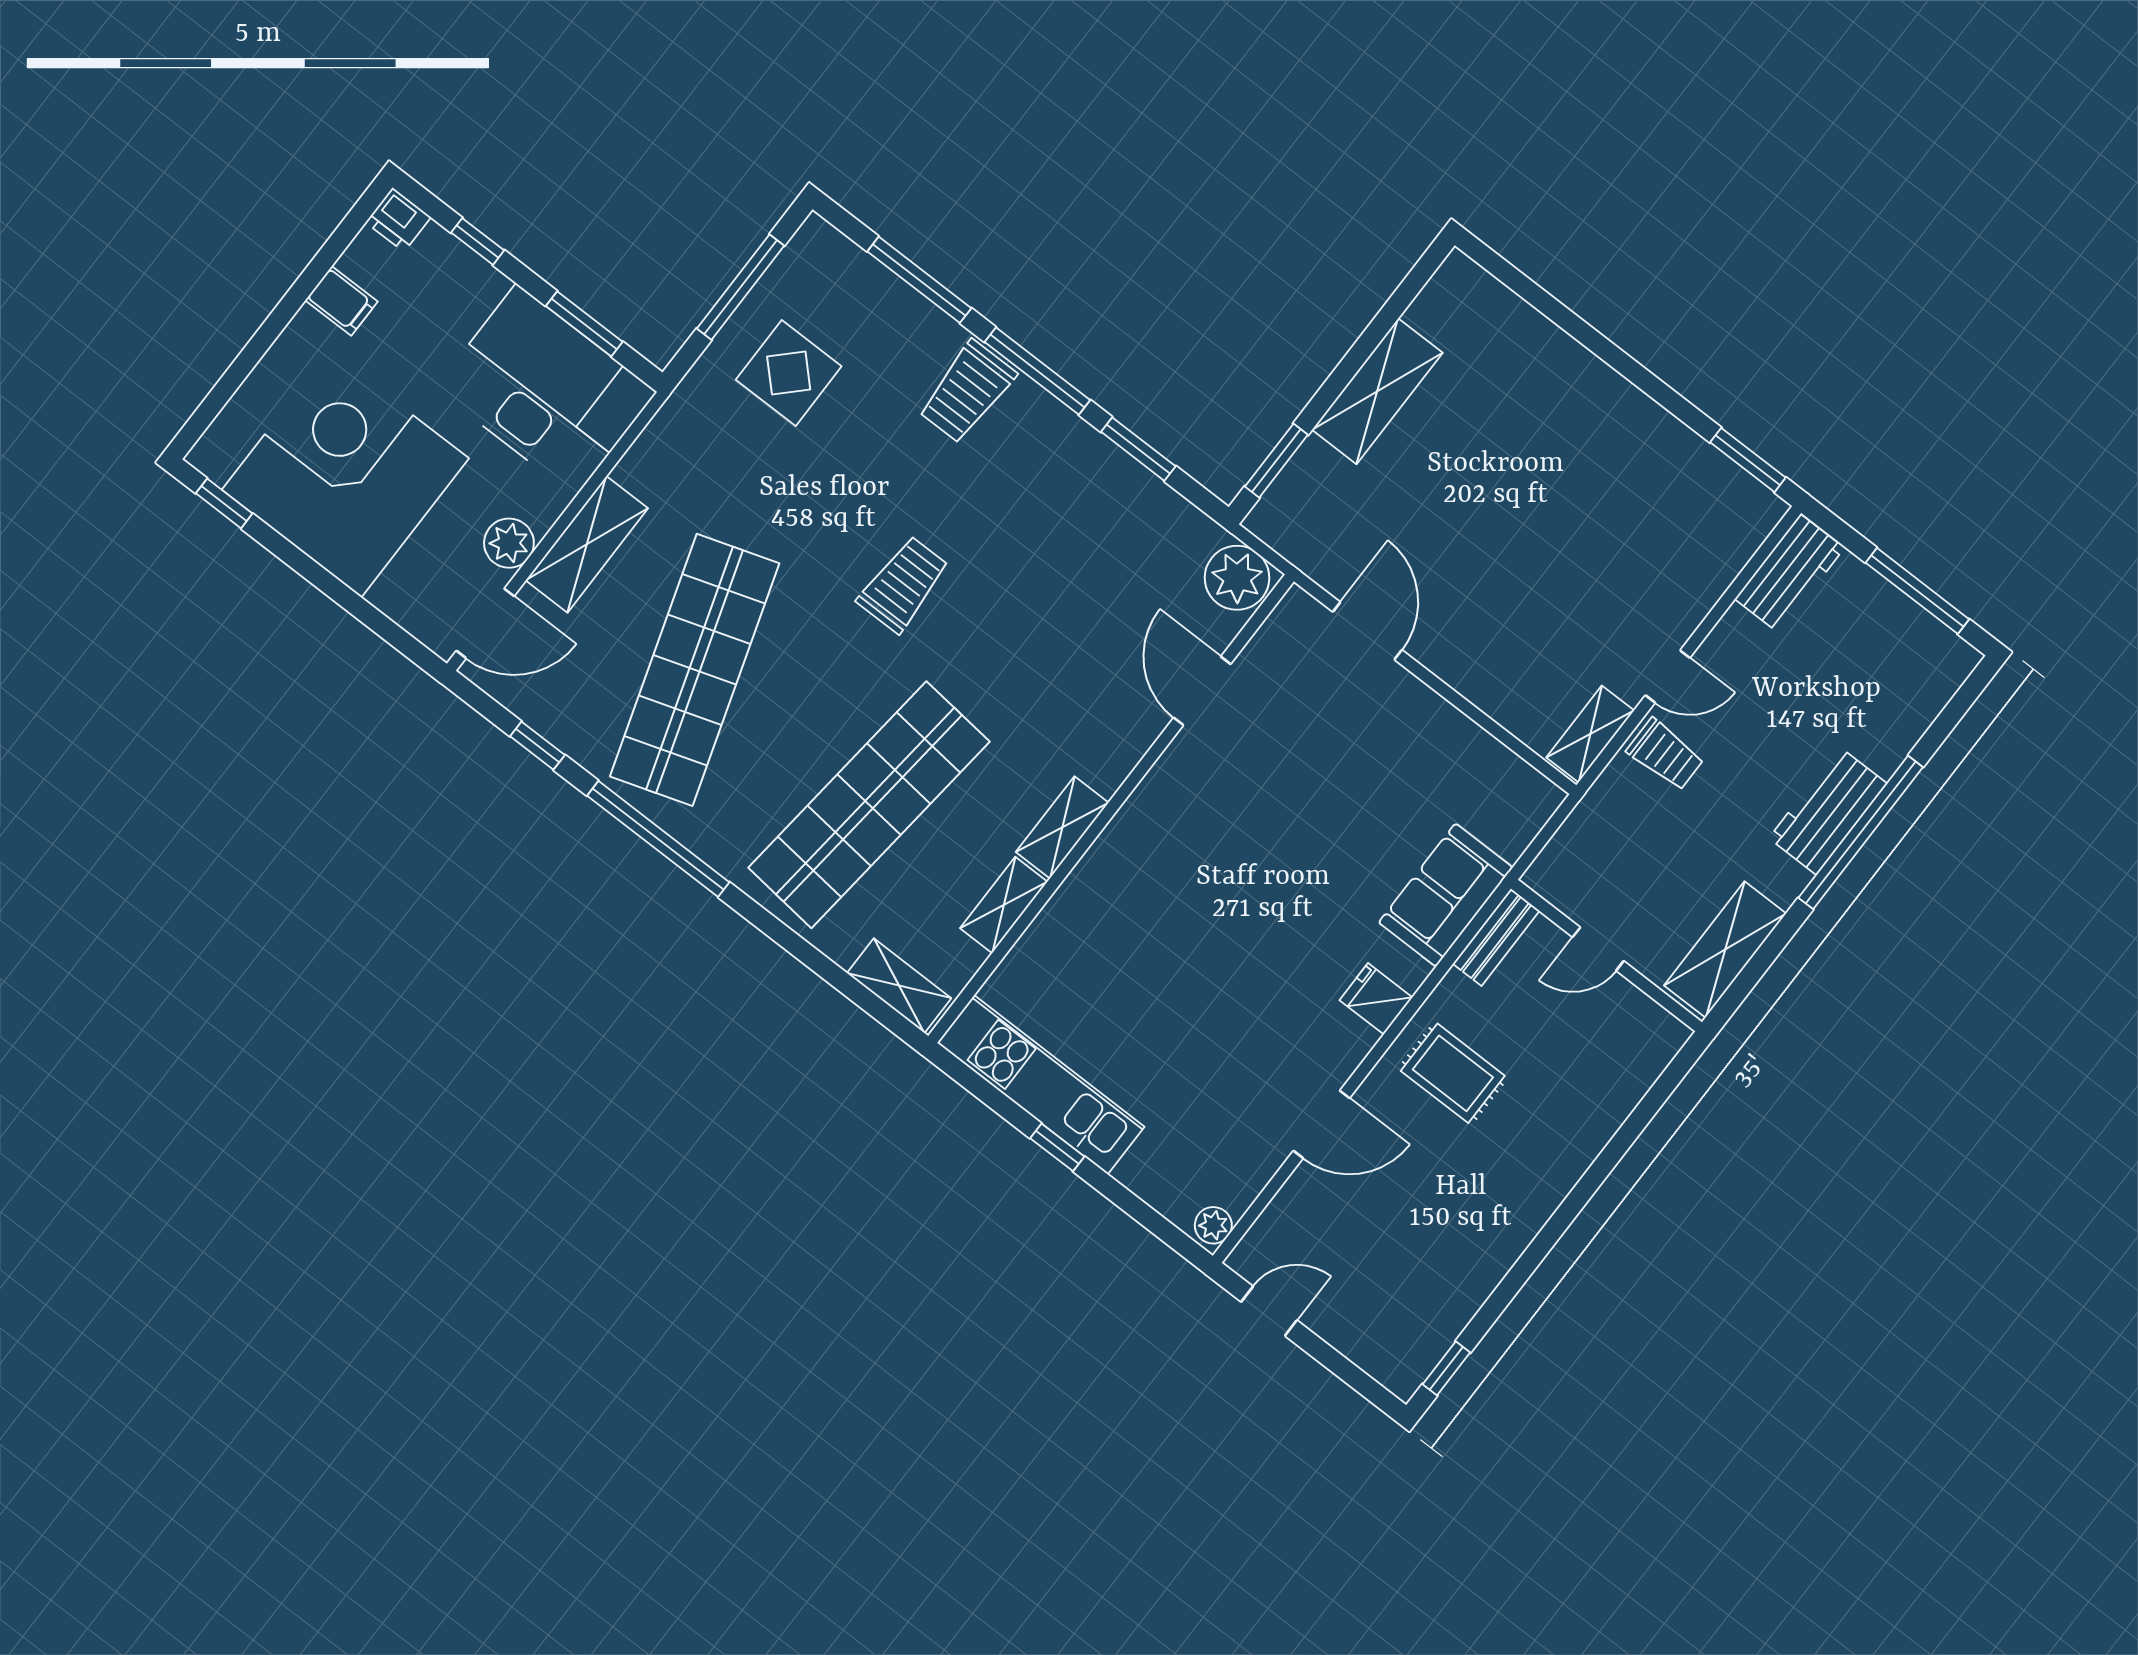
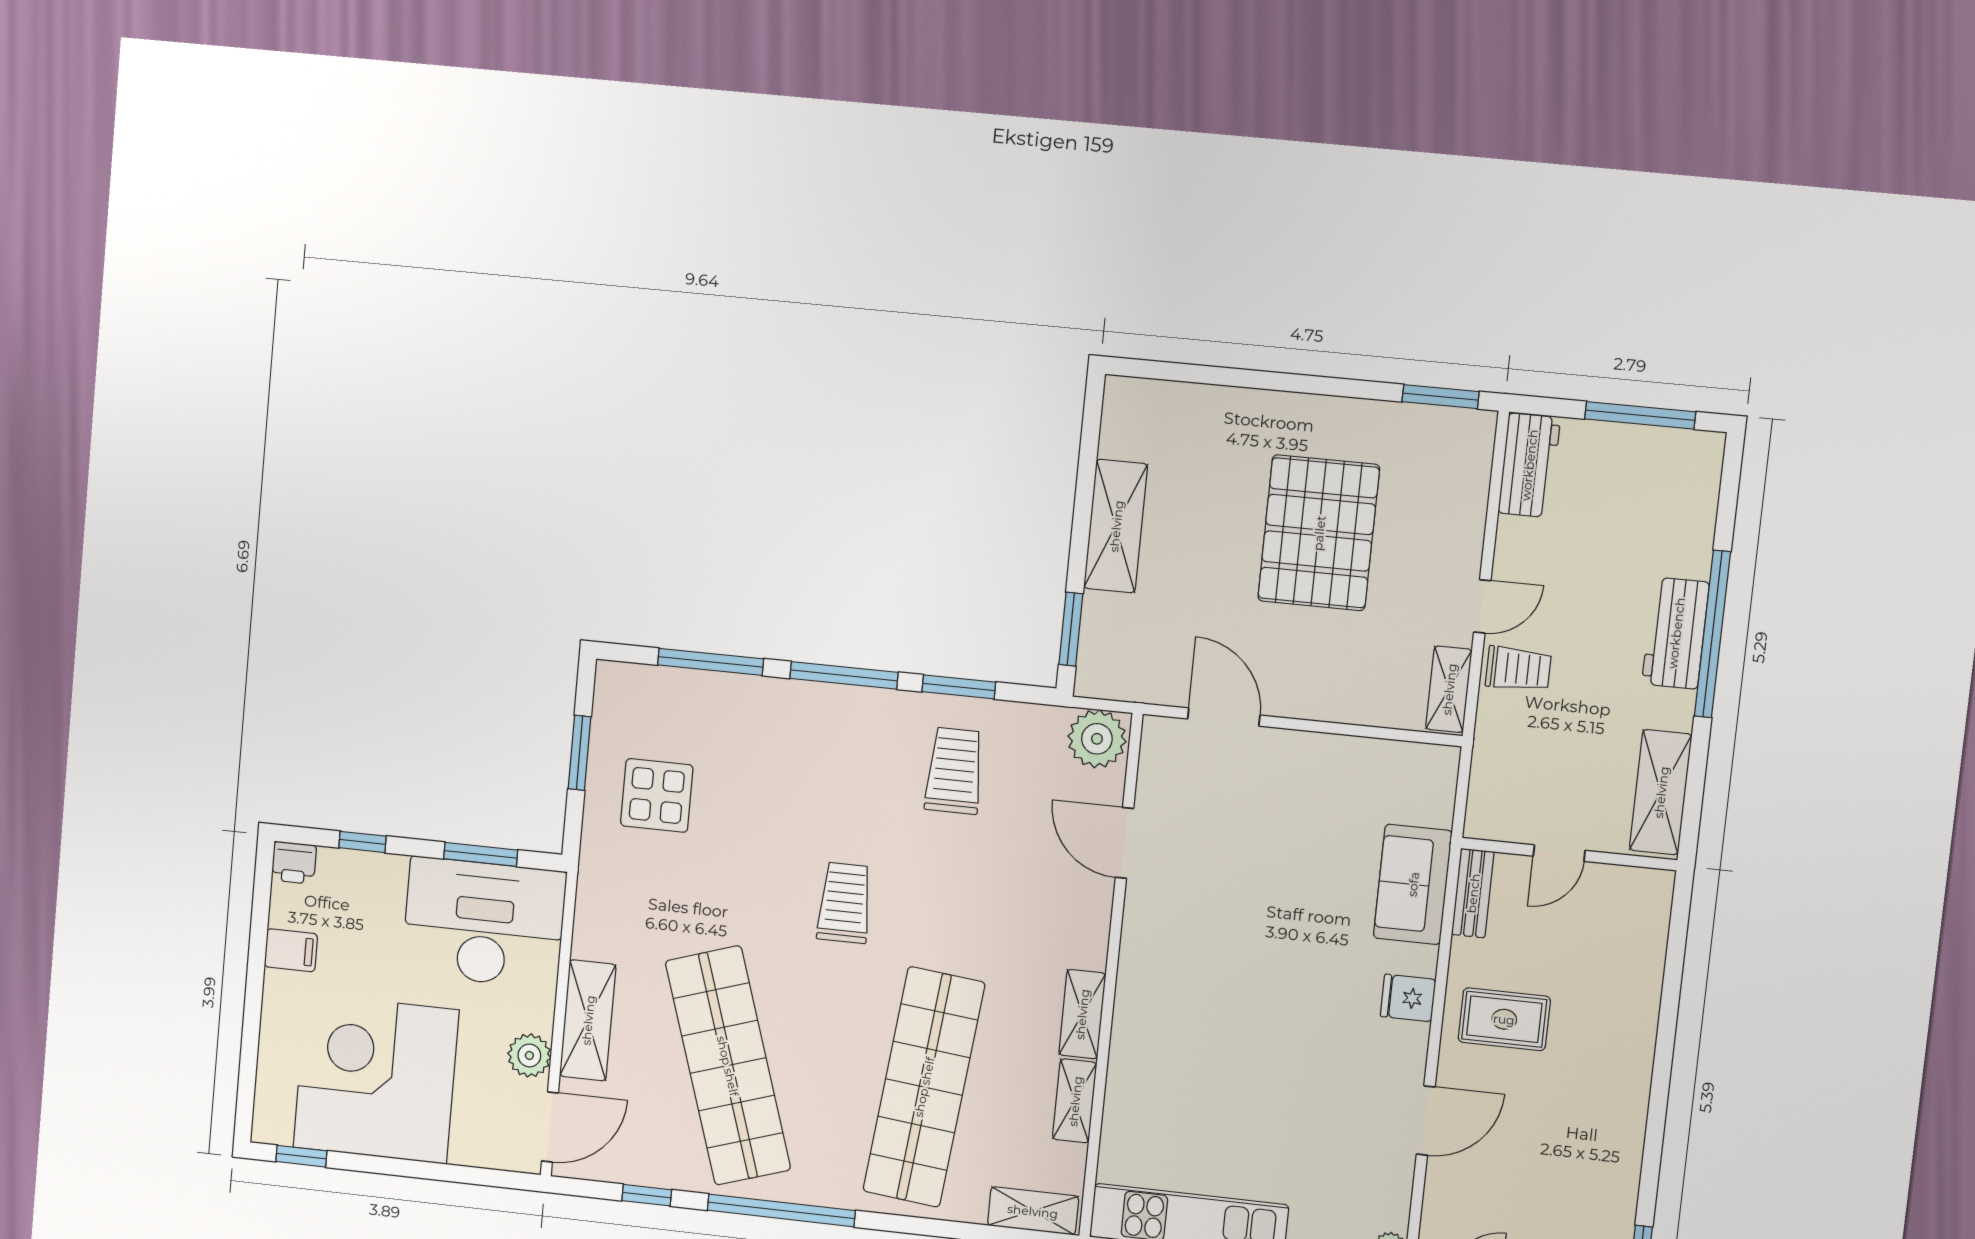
window: (740, 287) -> (579, 753), width x0.69
trolley: (967, 392) -> (954, 771), moved, turned 180
pallet: (1560, 515) -> (1319, 533), added

